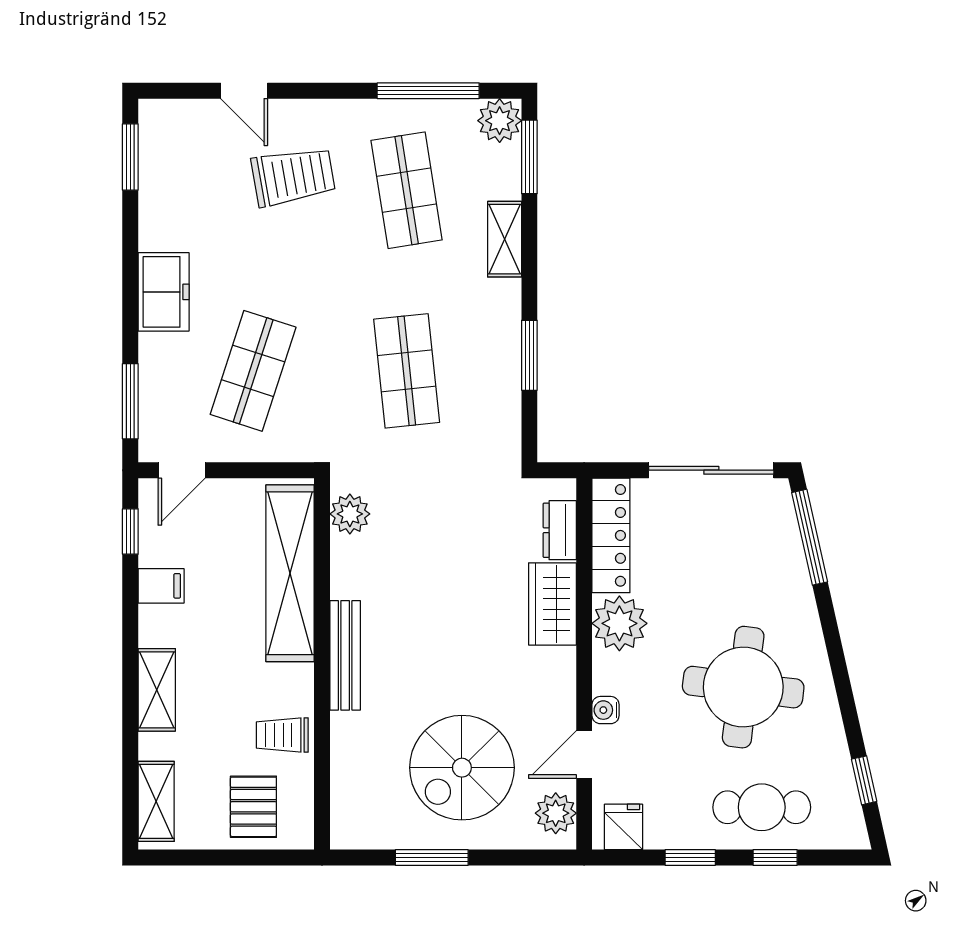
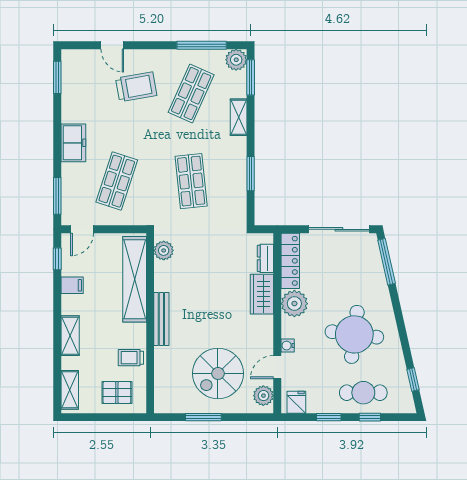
shop shelf: (407, 190) -> (191, 93), turned 33
pallet: (253, 807) -> (117, 392), turned 90

